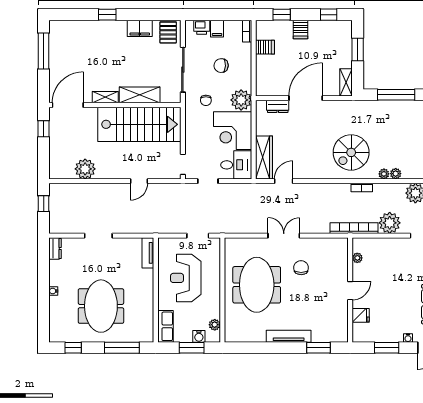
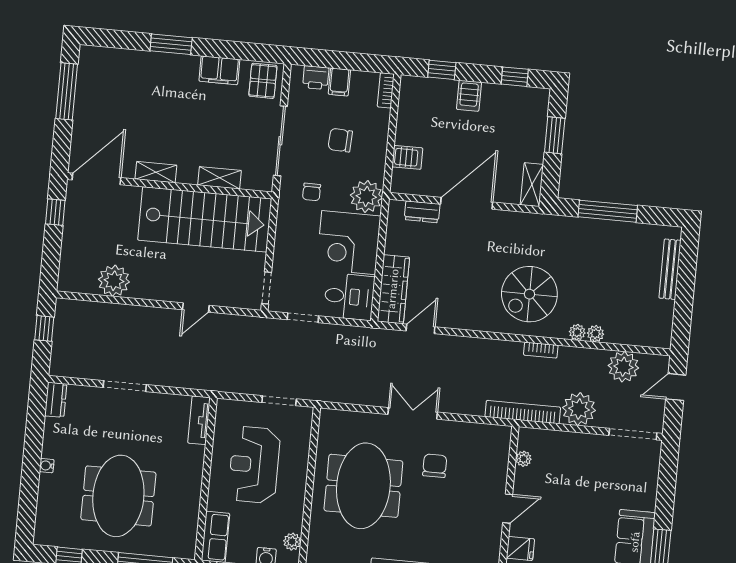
window: (107, 15) -> (171, 44), width x1.50
server rack: (265, 47) -> (407, 157), moved
shelving: (140, 95) -> (220, 178), width x0.67, depth x0.75

